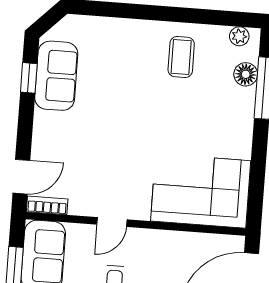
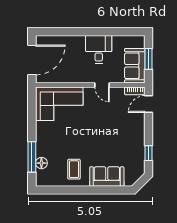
plant: (239, 36) -> (46, 182), removed
sofa: (56, 76) -> (107, 176), moved, turned 90
door: (112, 222) -> (102, 85), swing flipped

